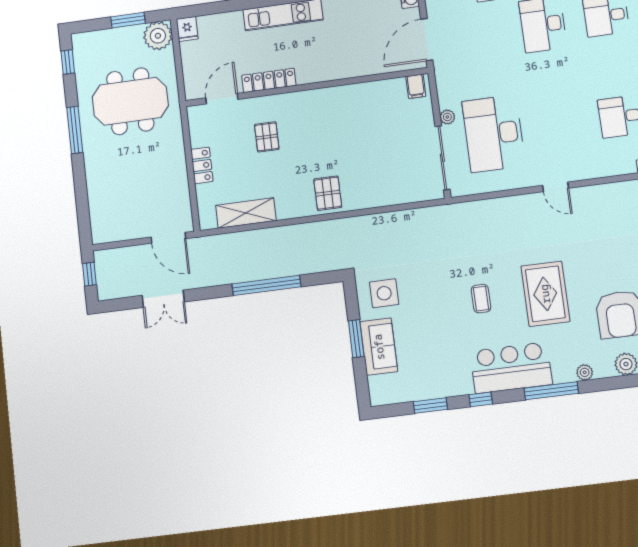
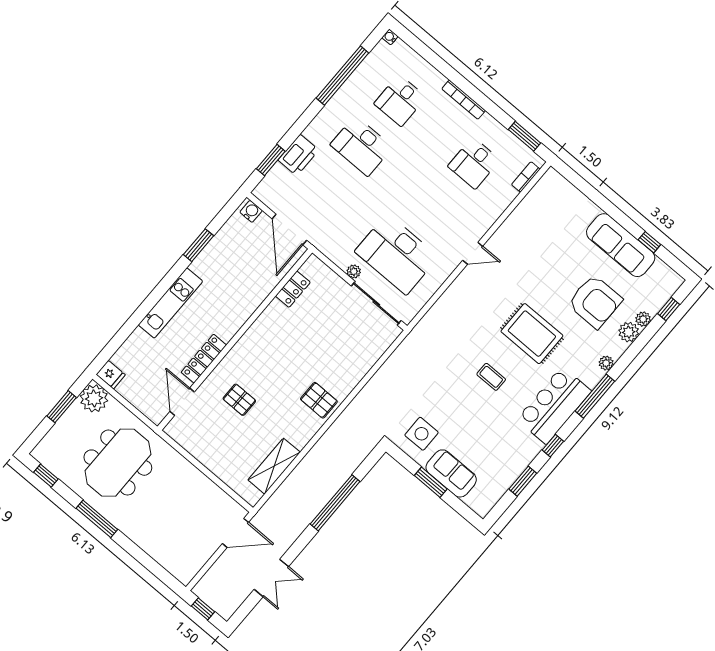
filing cabinet: (416, 86) -> (312, 270), removed
locker: (202, 165) -> (293, 289), moved, turned 90

